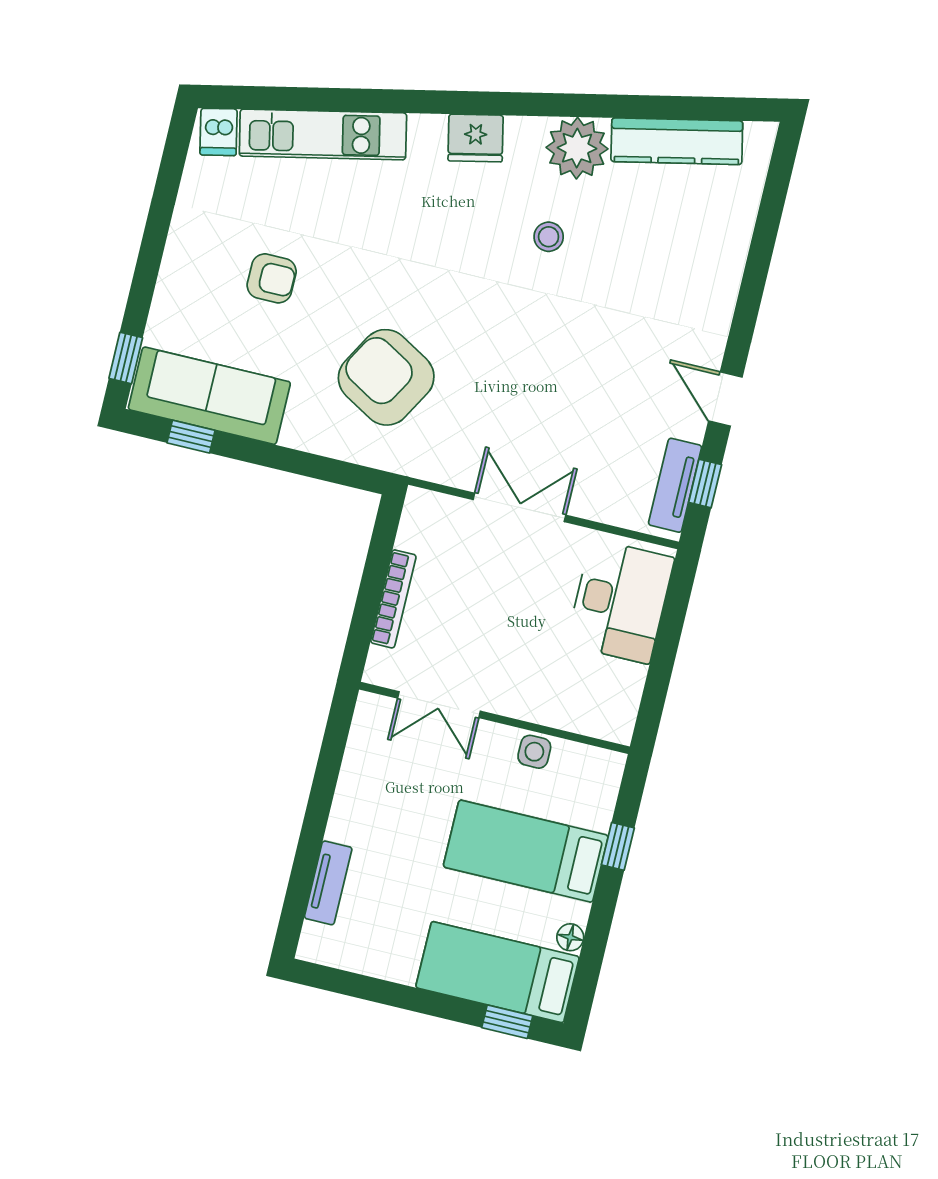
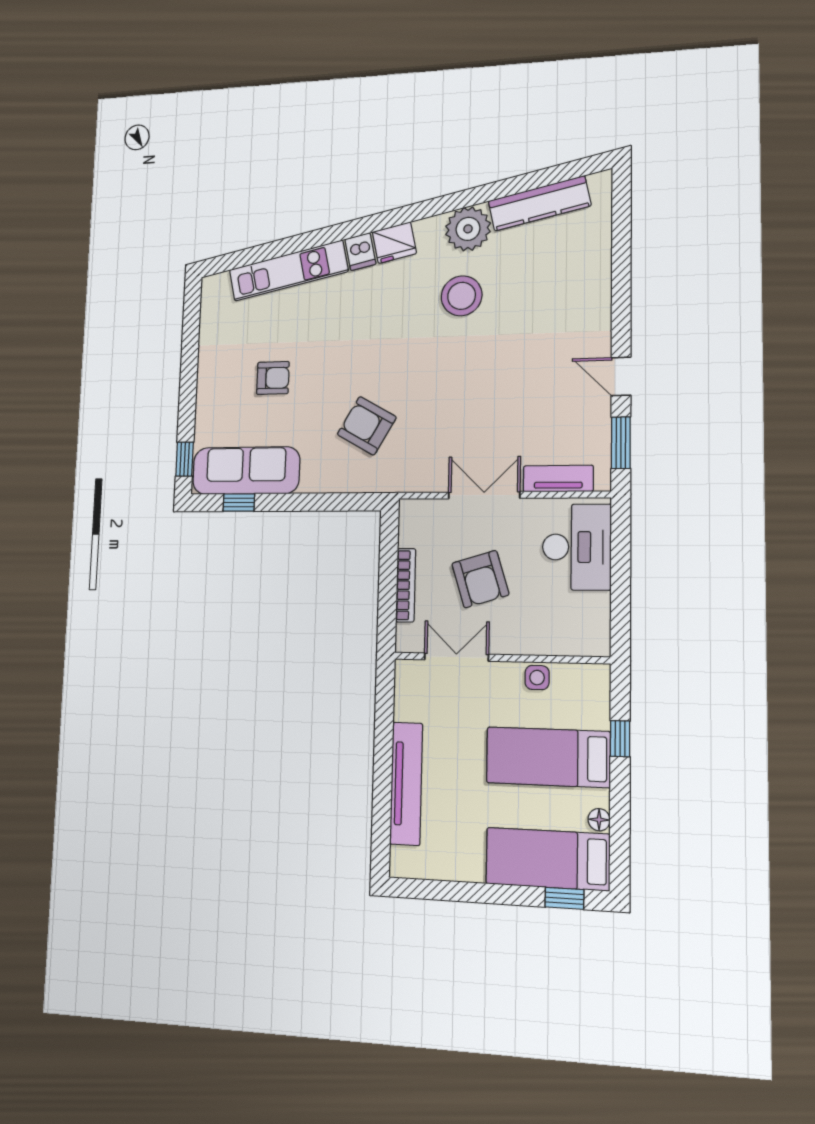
dishwasher: (219, 132) -> (360, 252), moved
stool: (549, 237) -> (462, 296), width x1.89, depth x1.89
armchair: (386, 377) -> (367, 426), width x0.73, depth x0.73
window: (705, 483) -> (621, 443), width x1.50
tv unit: (675, 485) -> (558, 479), moved, turned 90
armchair: (491, 613) -> (480, 579), added
double door: (439, 705) -> (456, 657), swing flipped
tv unit: (328, 883) -> (406, 784), width x1.92, depth x1.29

